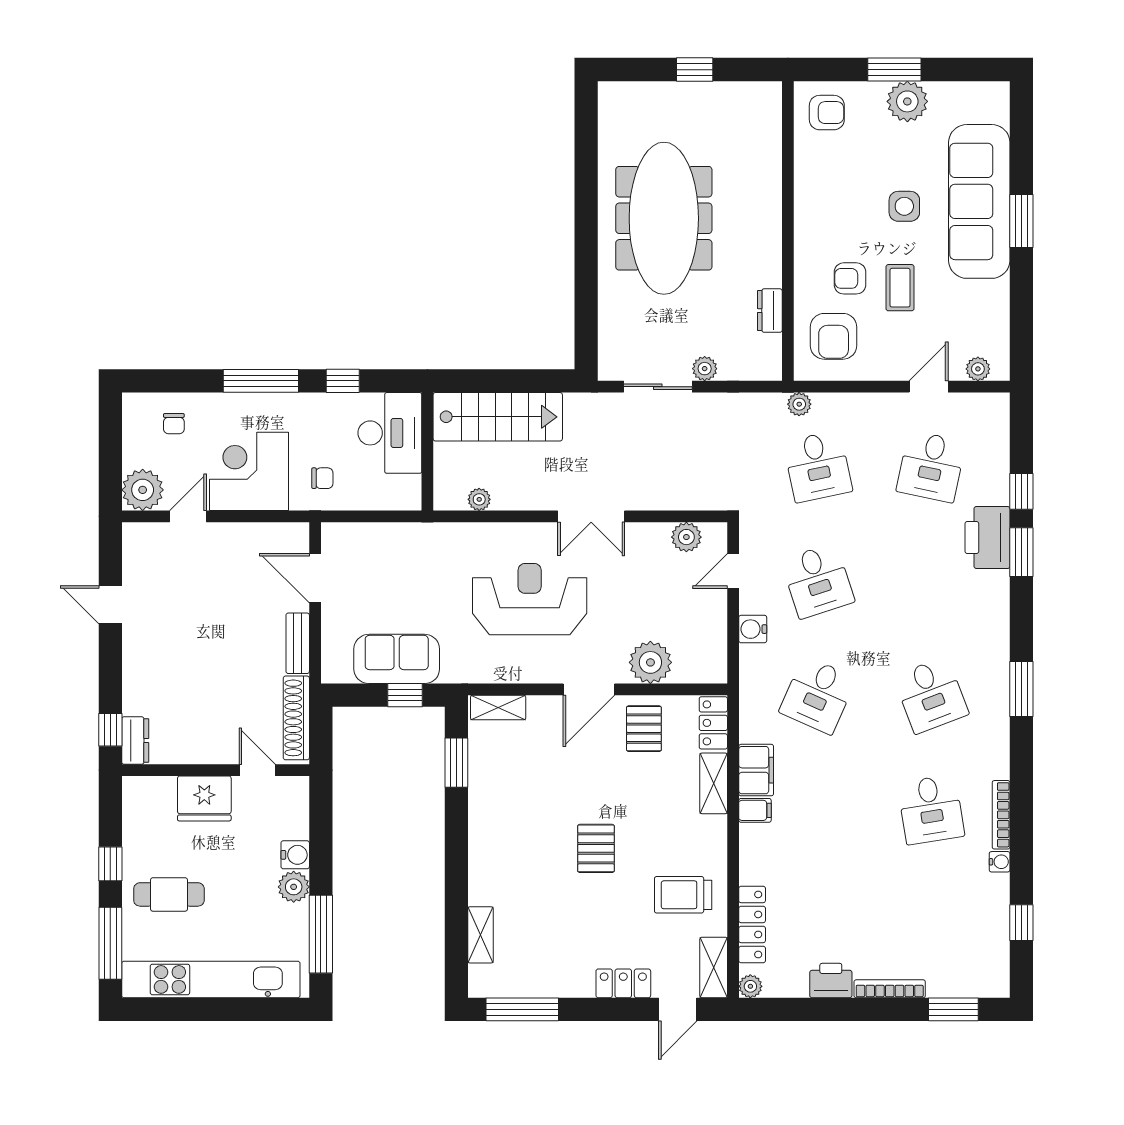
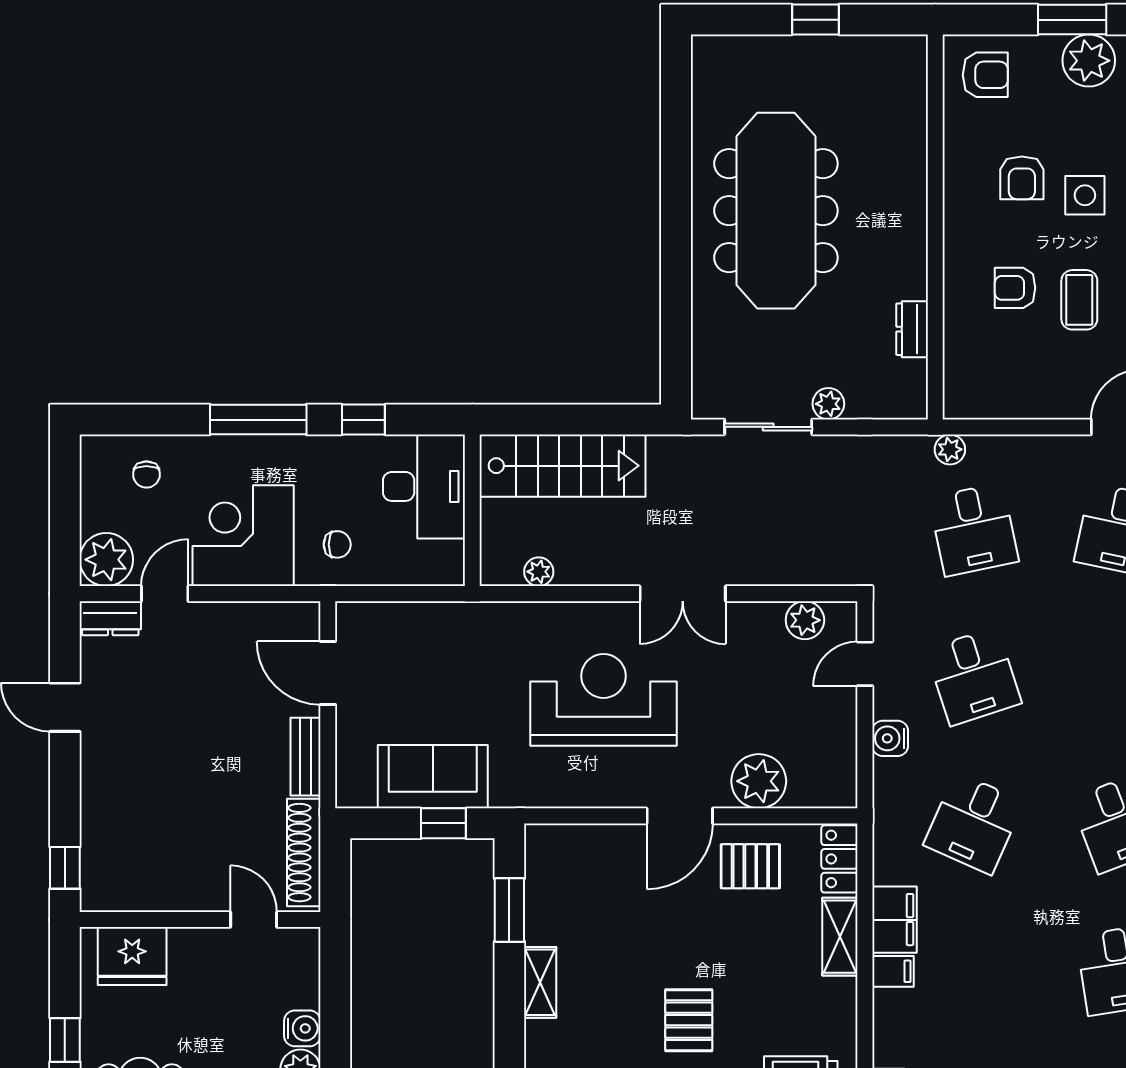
armchair: (834, 336) -> (1022, 178), moved, width x0.72, depth x0.72
shelving: (498, 708) -> (540, 982), moved, turned 90
pallet: (644, 729) -> (750, 866), turned 90
dresser: (135, 741) -> (110, 618), moved, turned 90
fridge: (204, 798) -> (132, 956), moved

